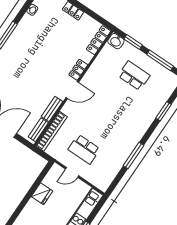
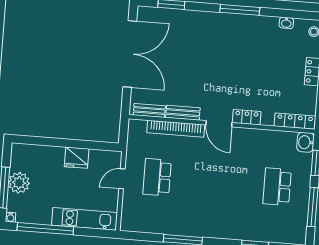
school desk: (134, 76) -> (277, 187), turned 180
bookcase: (52, 131) -> (176, 129), moved
door: (72, 172) -> (122, 179), hinge flipped

